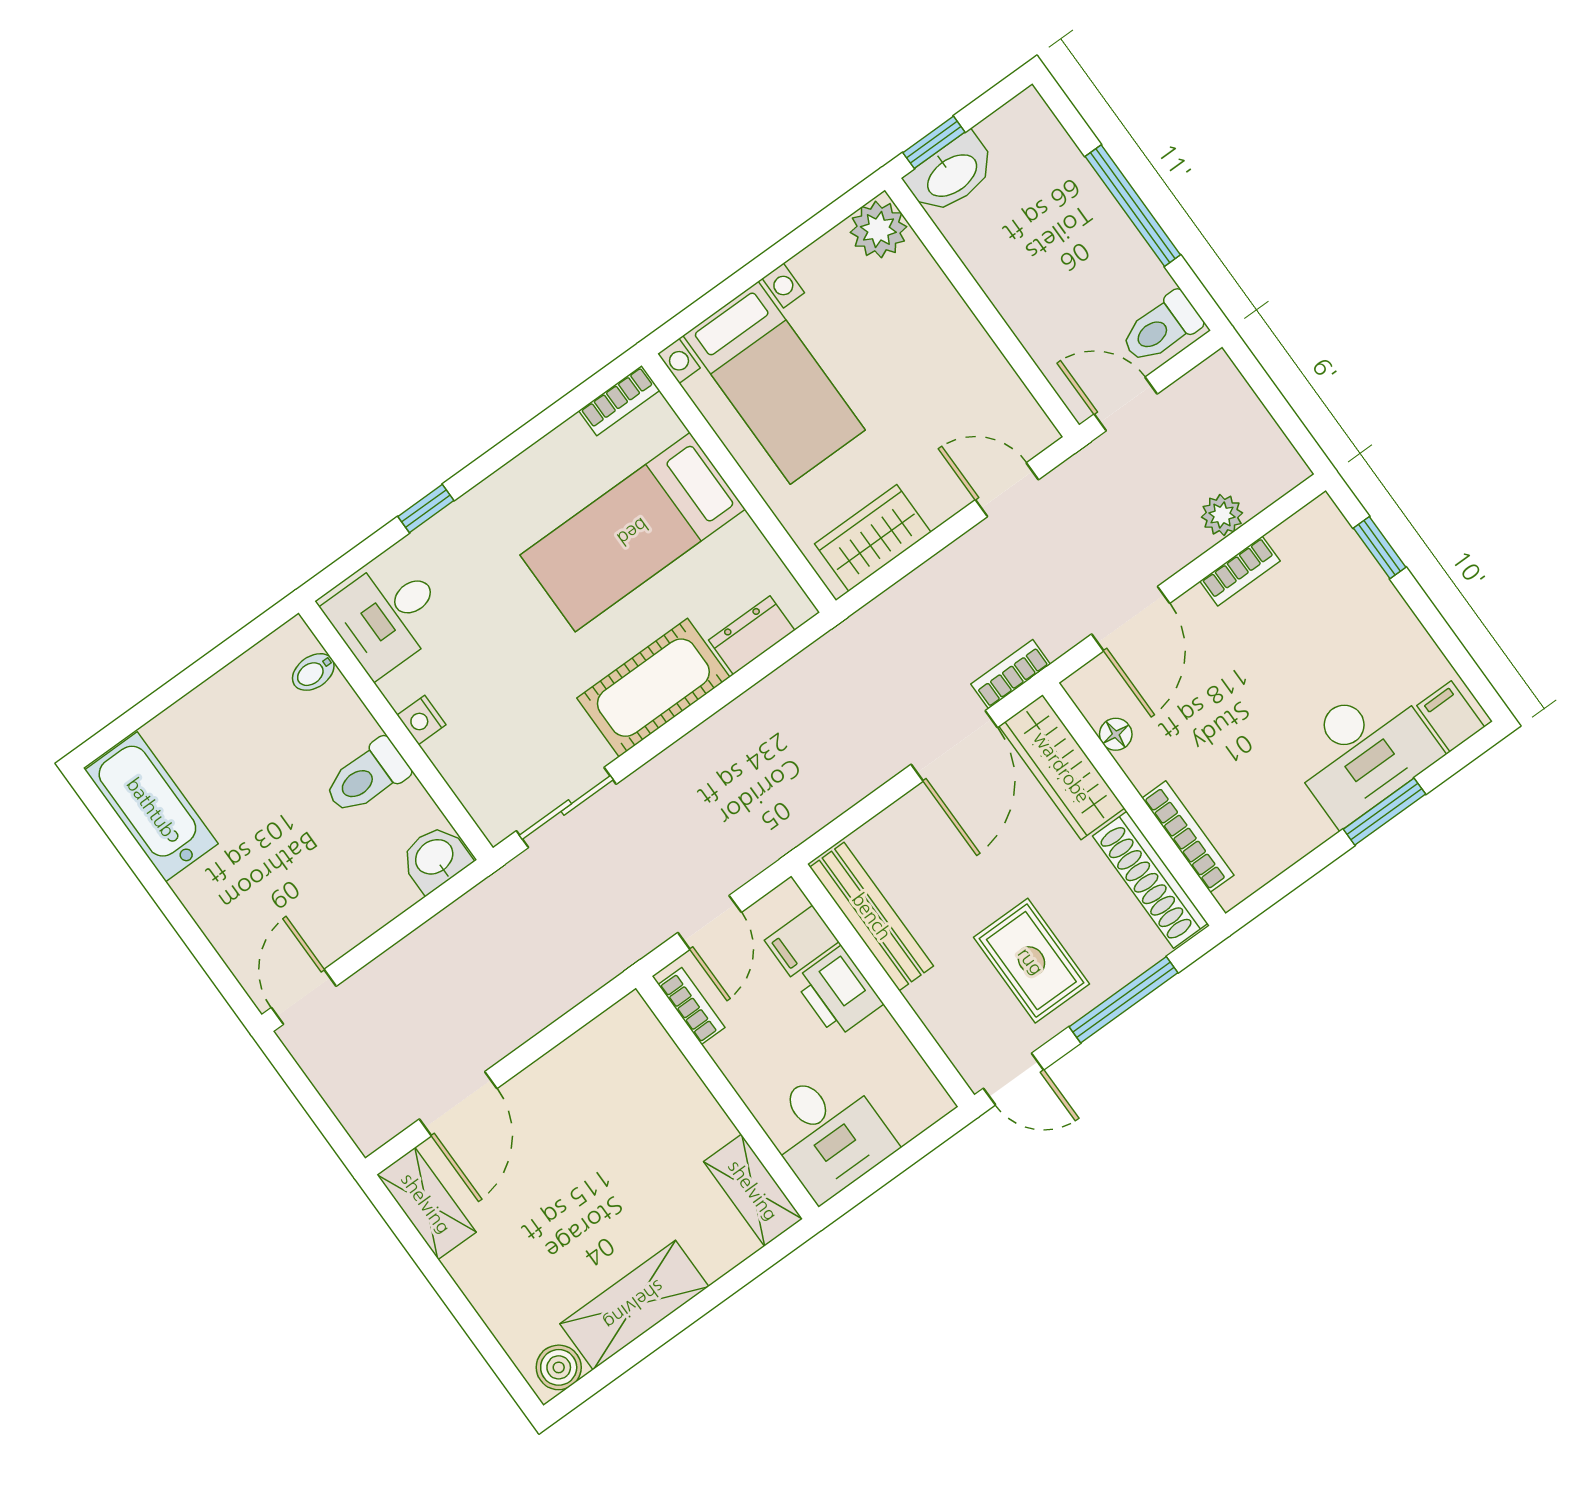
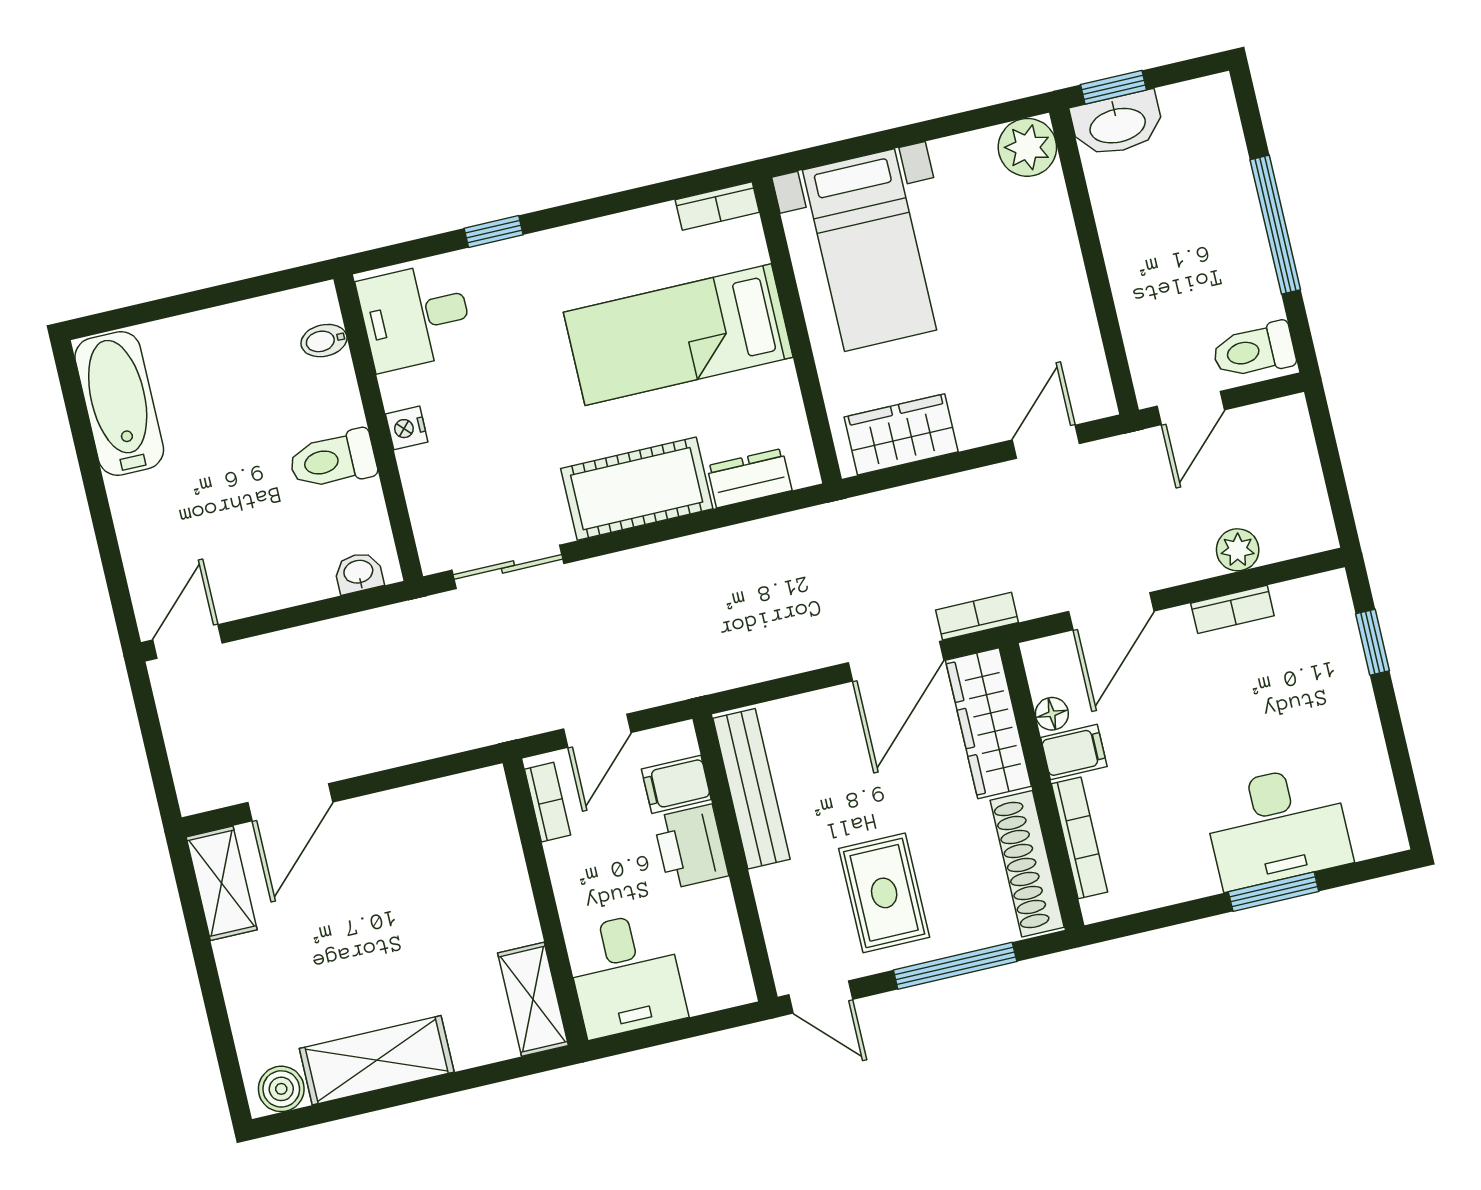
door: (1126, 404) -> (1191, 408), swing flipped
door: (1007, 490) -> (1046, 442), hinge flipped
filing cabinet: (1451, 716) -> (1074, 752), moved, turned 90
washbasin: (435, 858) -> (359, 573), width x0.72, depth x0.69

